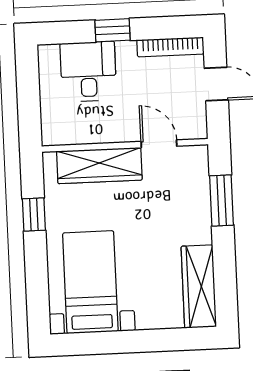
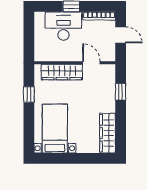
desk: (88, 72) -> (63, 26), width x1.37
window: (222, 200) -> (121, 92), width x0.67

